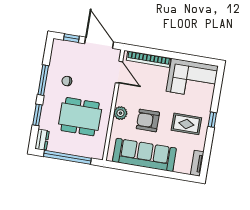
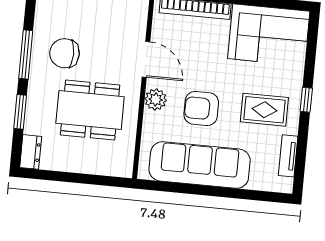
door: (119, 72) -> (146, 59), moved
chair: (67, 81) -> (64, 53), width x1.87, depth x1.87
window: (67, 157) -> (74, 178), removed
tv unit: (197, 163) -> (288, 156), moved

